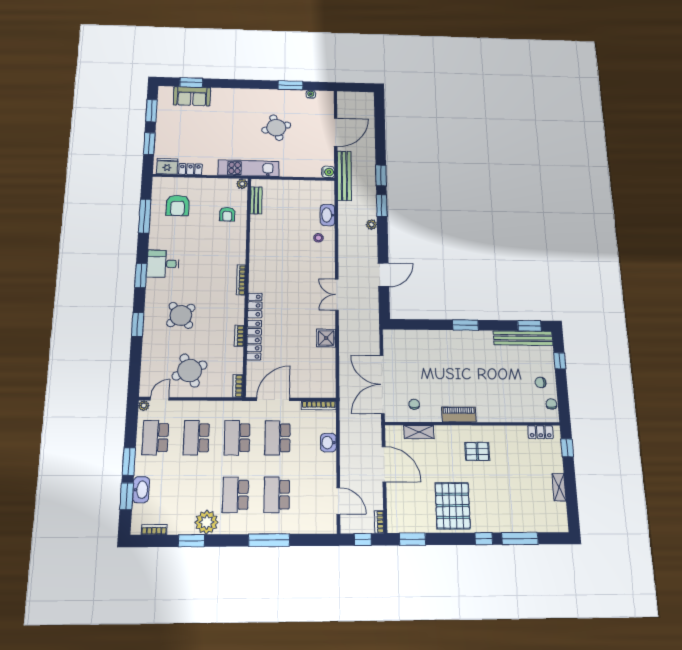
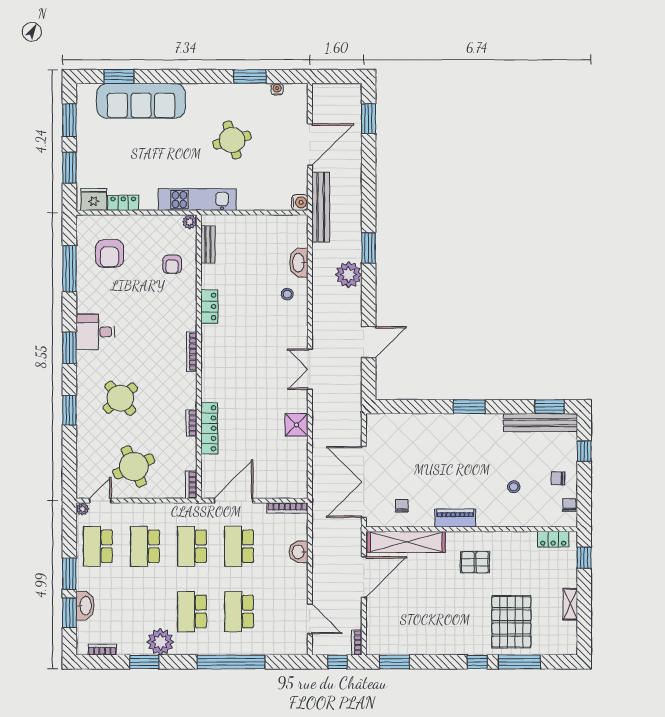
sofa: (192, 96) -> (141, 101), width x1.85, depth x1.27
window: (381, 175) -> (369, 119), moved
plant: (371, 225) -> (349, 275), width x1.88, depth x1.88
locker: (255, 305) -> (209, 306), moved
stool: (505, 389) -> (514, 487), added
shelving: (419, 432) -> (406, 542), width x2.20, depth x1.33
door: (384, 464) -> (364, 577), hinge flipped
pallet: (453, 506) -> (511, 622), moved
window: (269, 540) -> (231, 662), width x1.46

